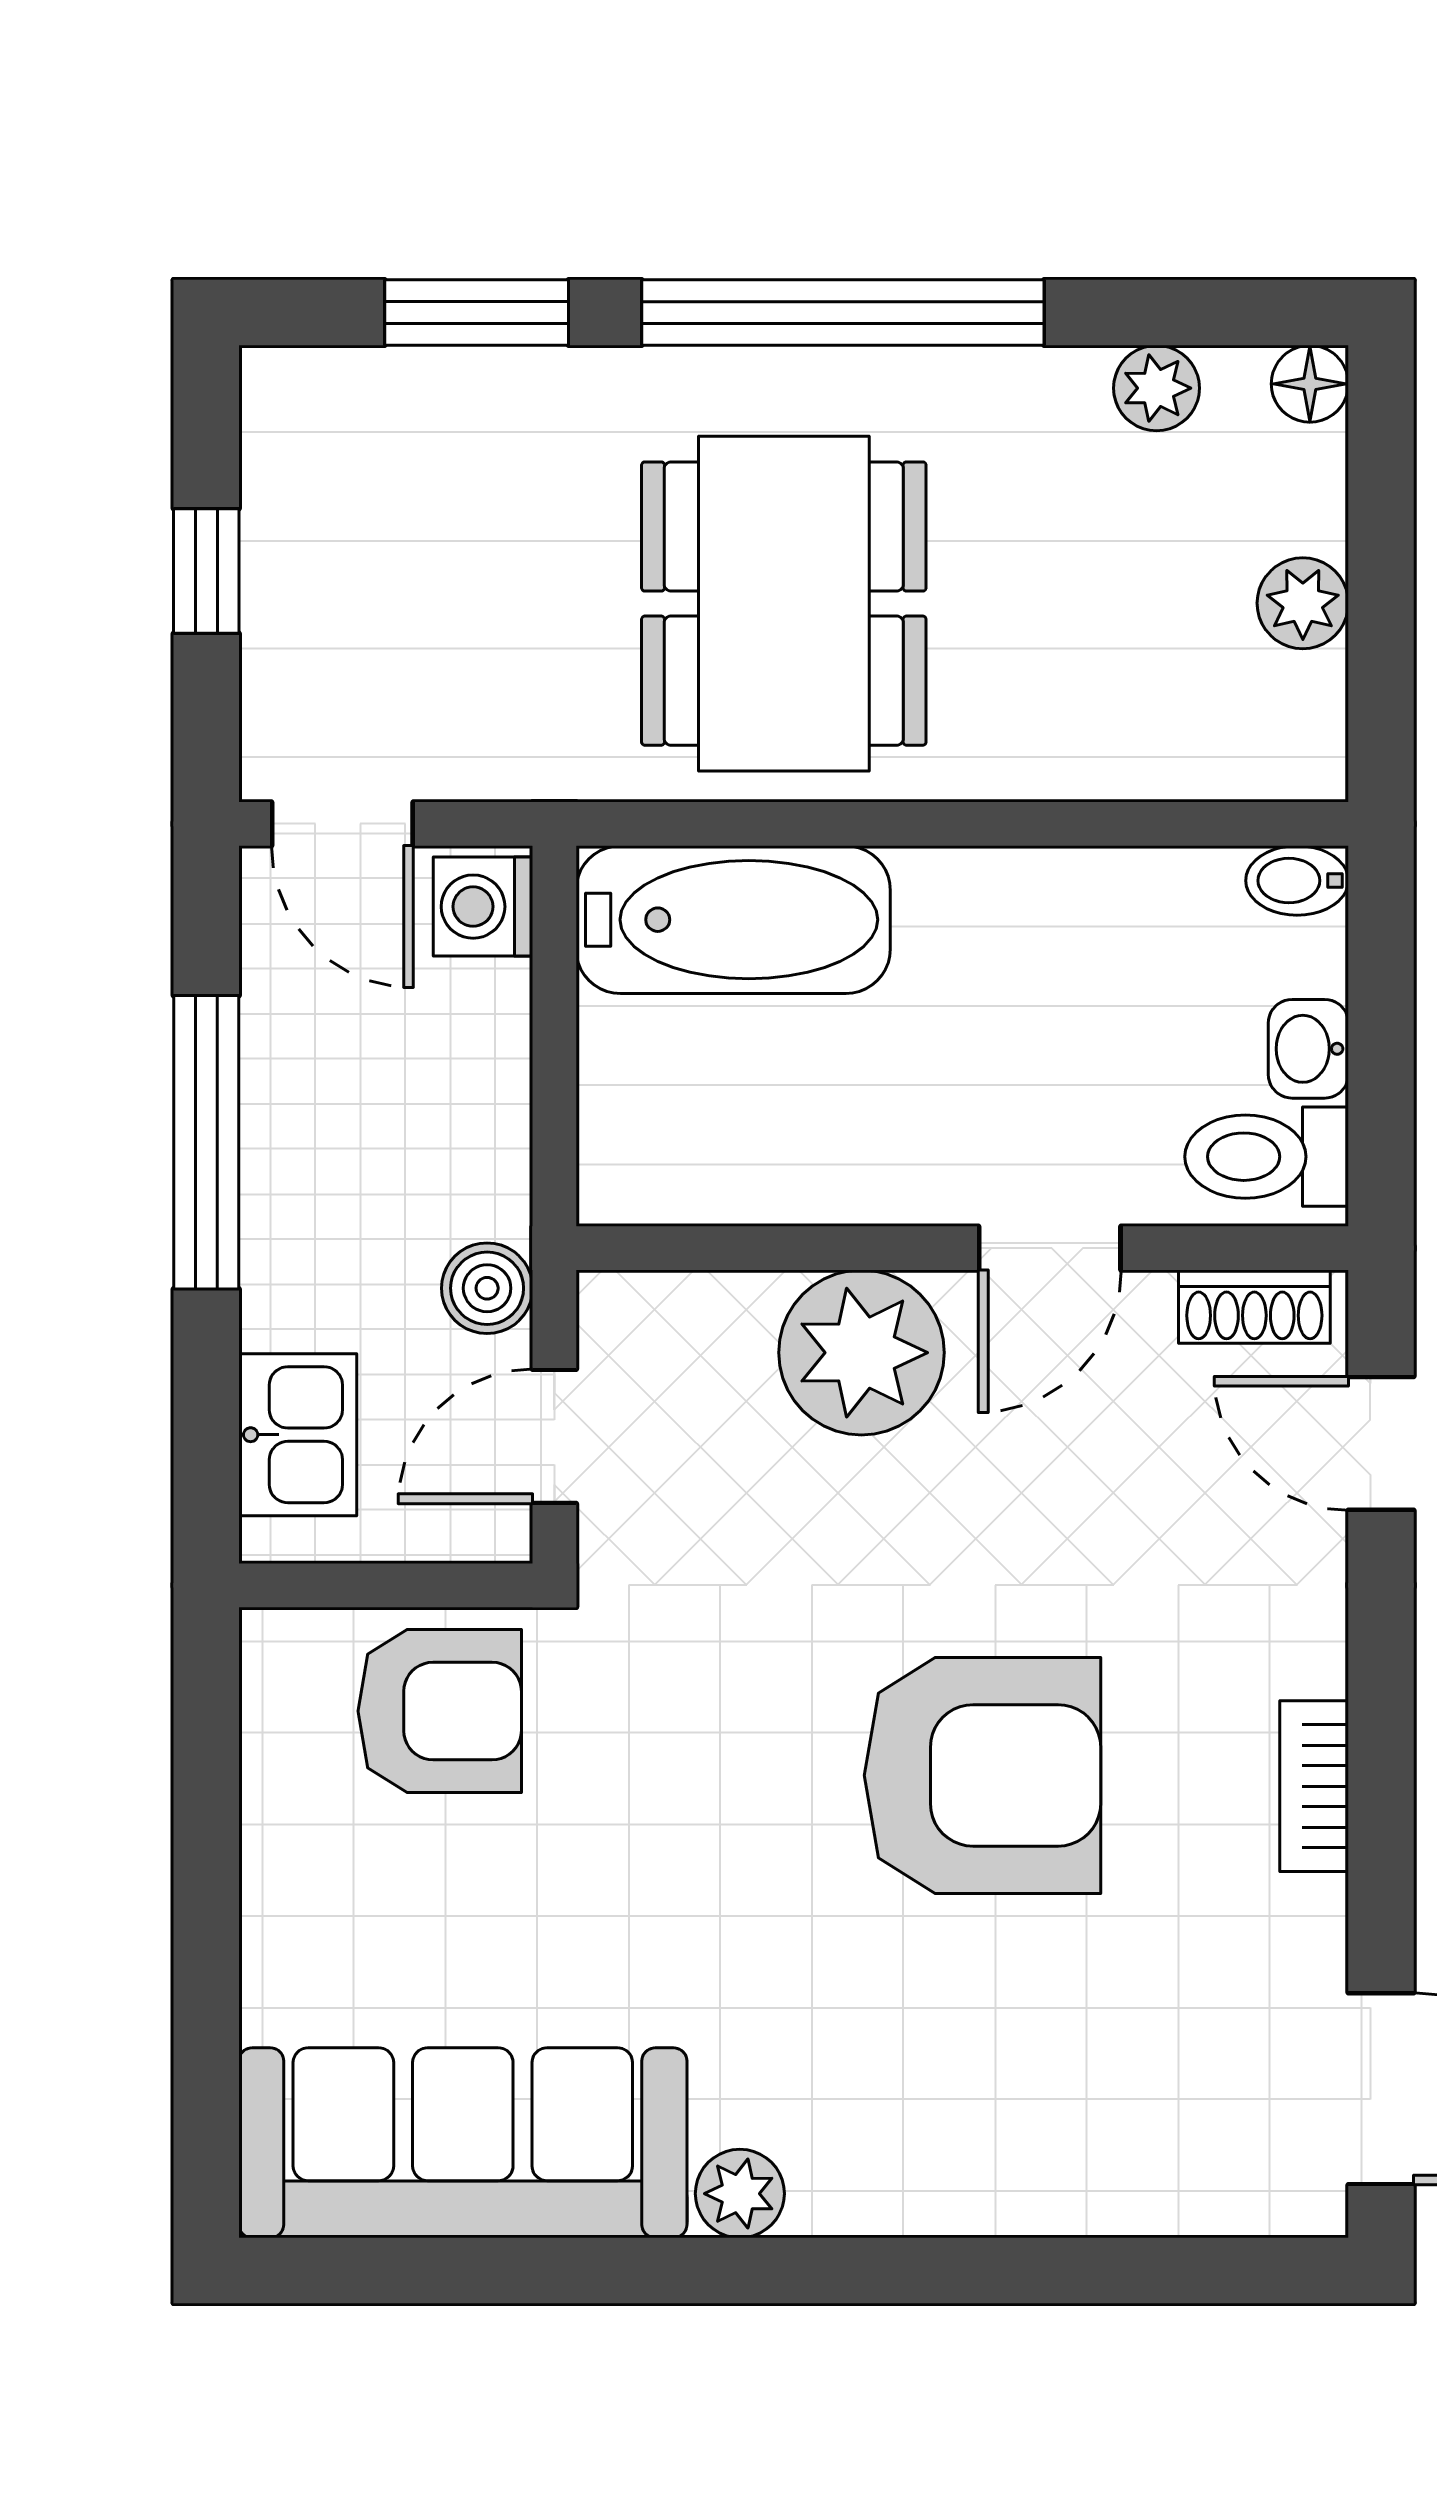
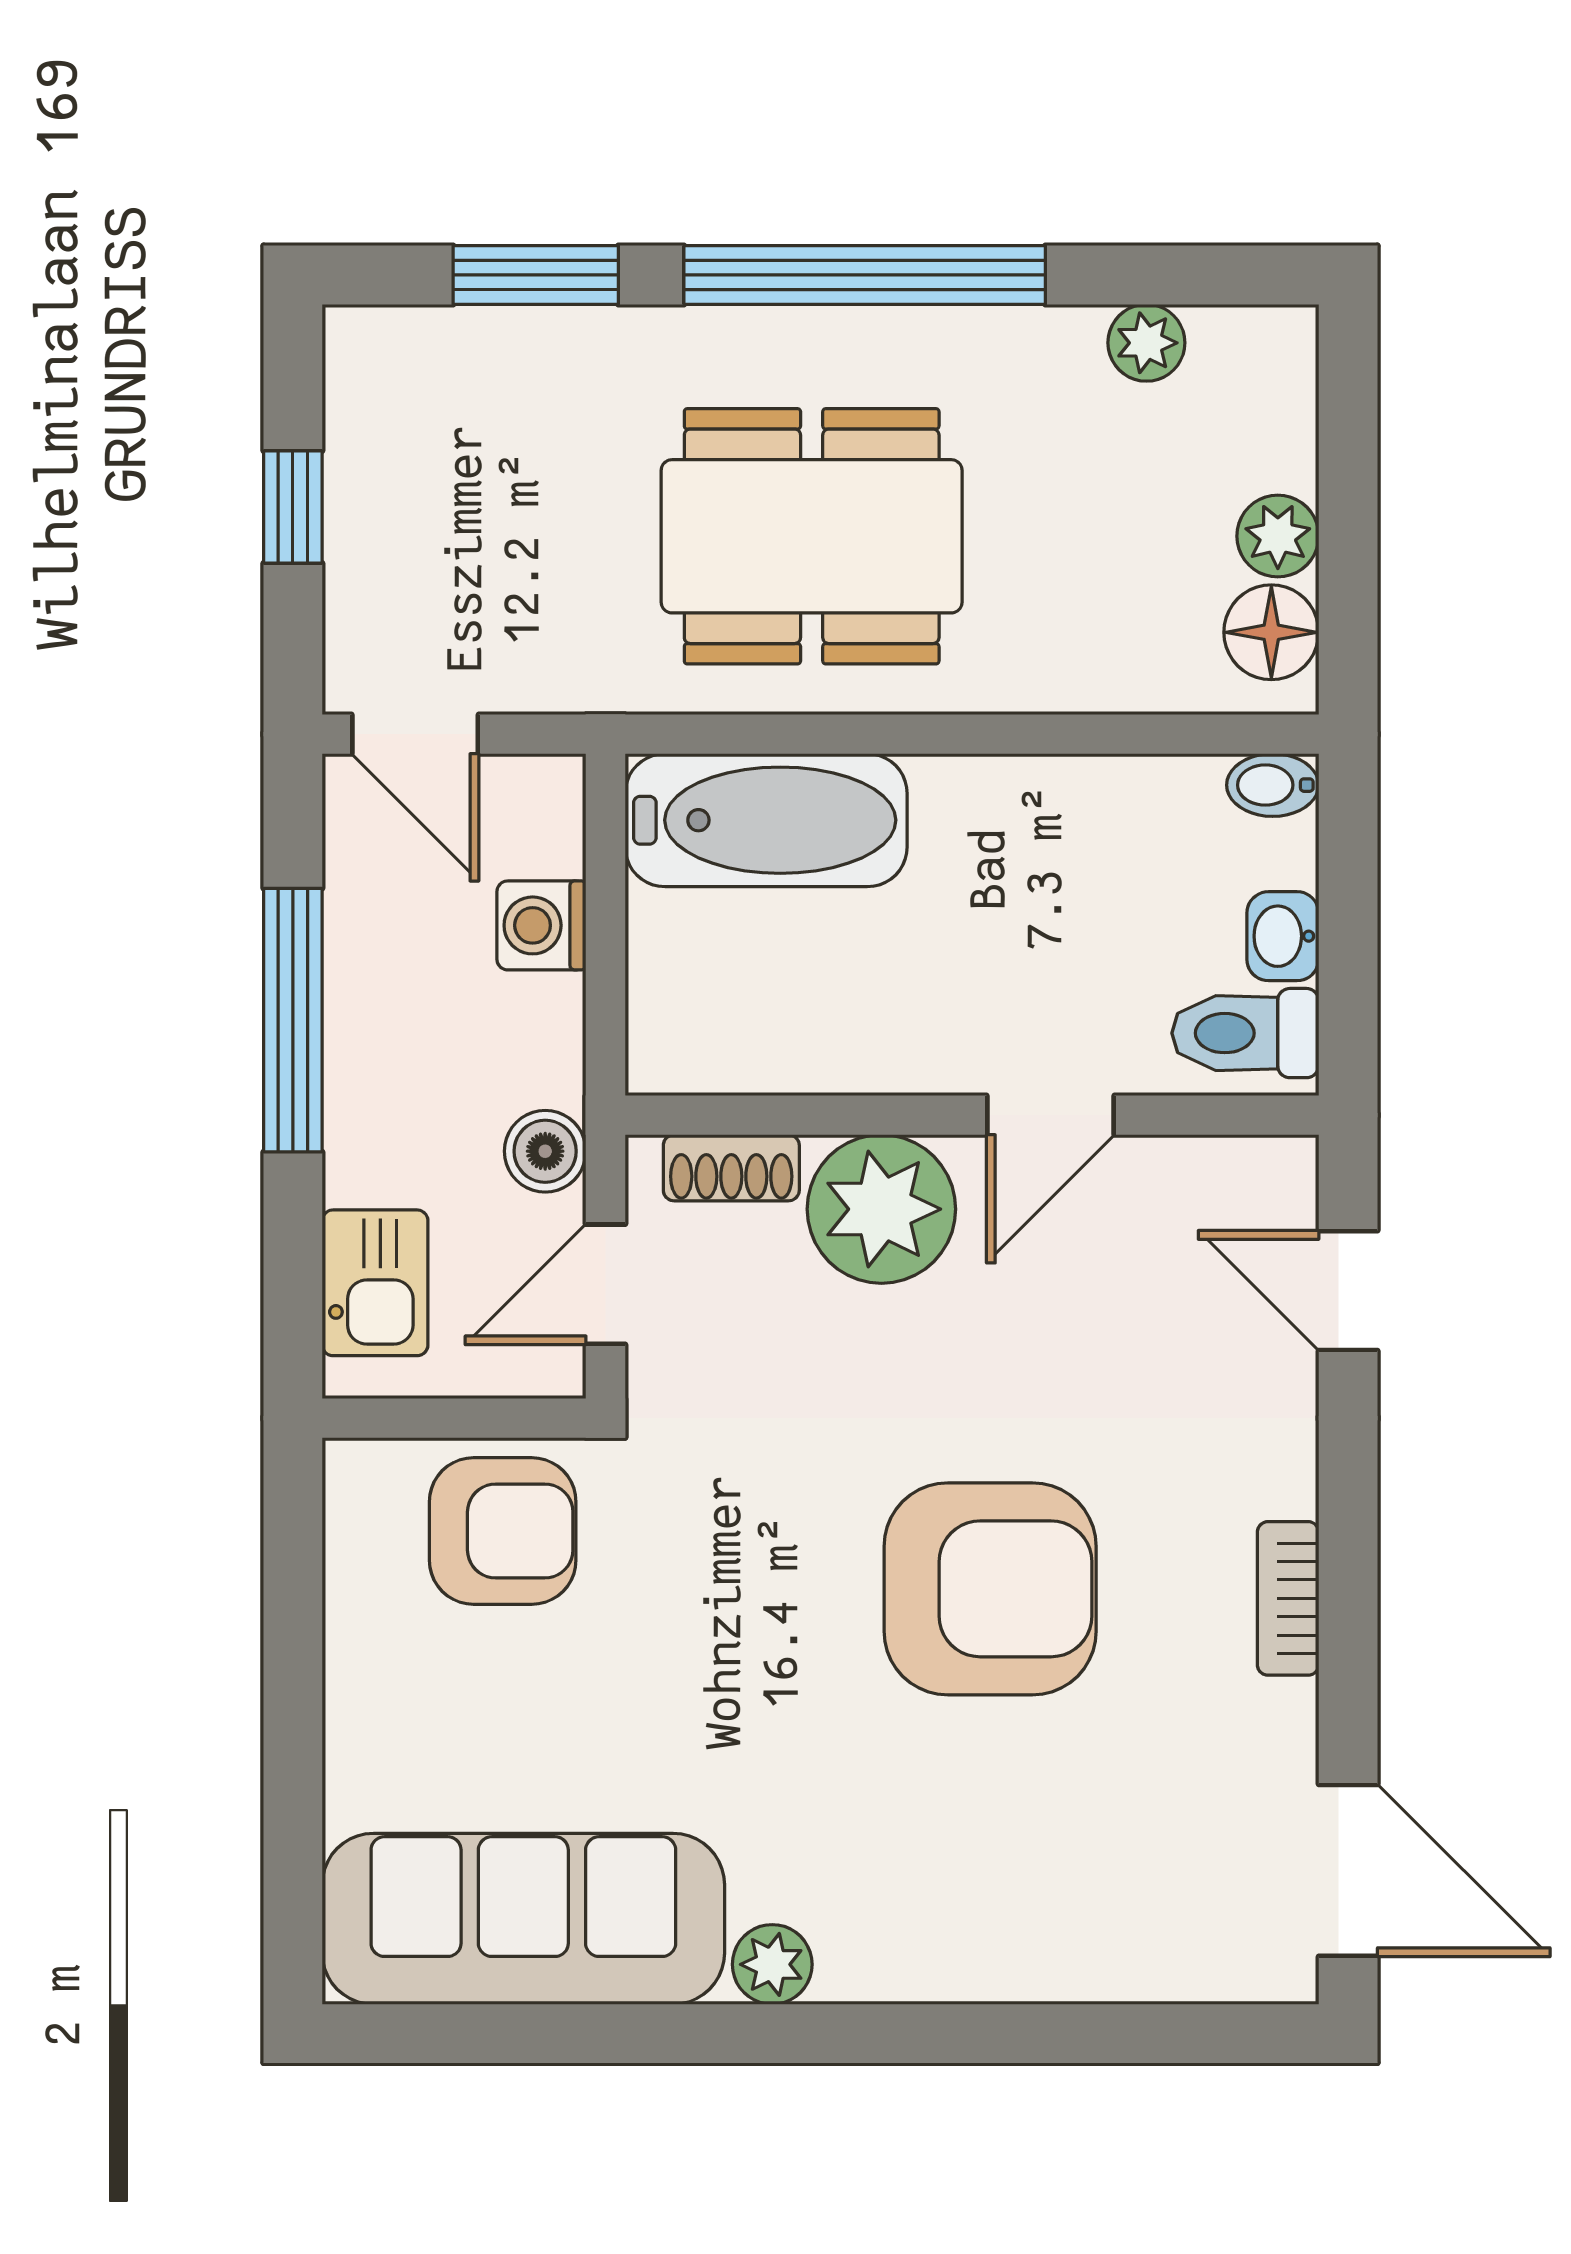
floor lamp: (1310, 384) -> (1271, 632), moved, width x1.37, depth x1.37
dining table: (784, 604) -> (812, 536), turned 90
washing machine: (483, 907) -> (541, 925), moved
shoe rack: (1254, 1307) -> (731, 1168), moved

